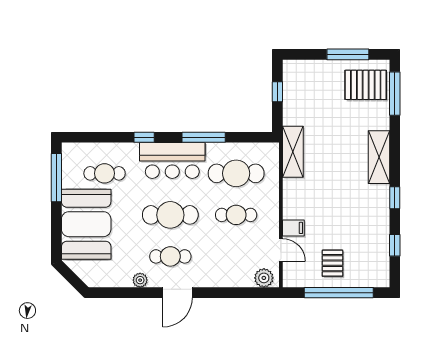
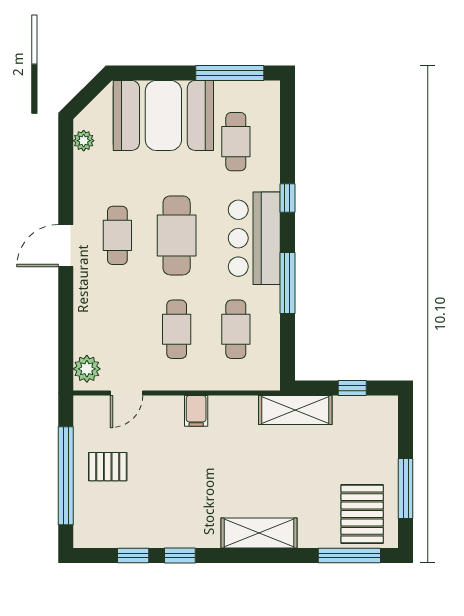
shelving: (293, 152) -> (295, 410), moved
cafe table: (236, 173) -> (236, 329), width x0.73, depth x0.74
window: (395, 198) -> (180, 555), moved
filing cabinet: (293, 228) -> (196, 411), moved
plant: (140, 280) -> (84, 141), moved
door: (177, 293) -> (66, 246), hinge flipped

